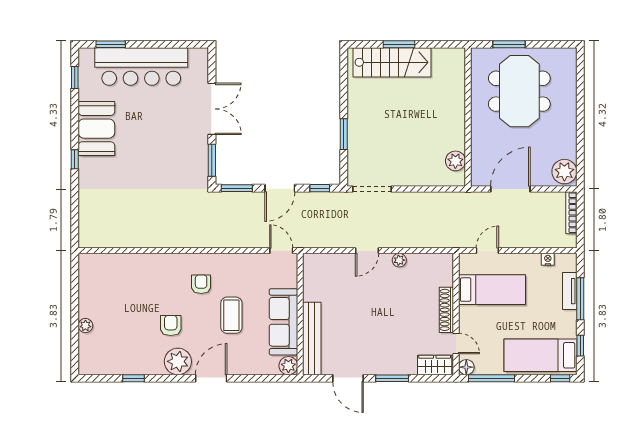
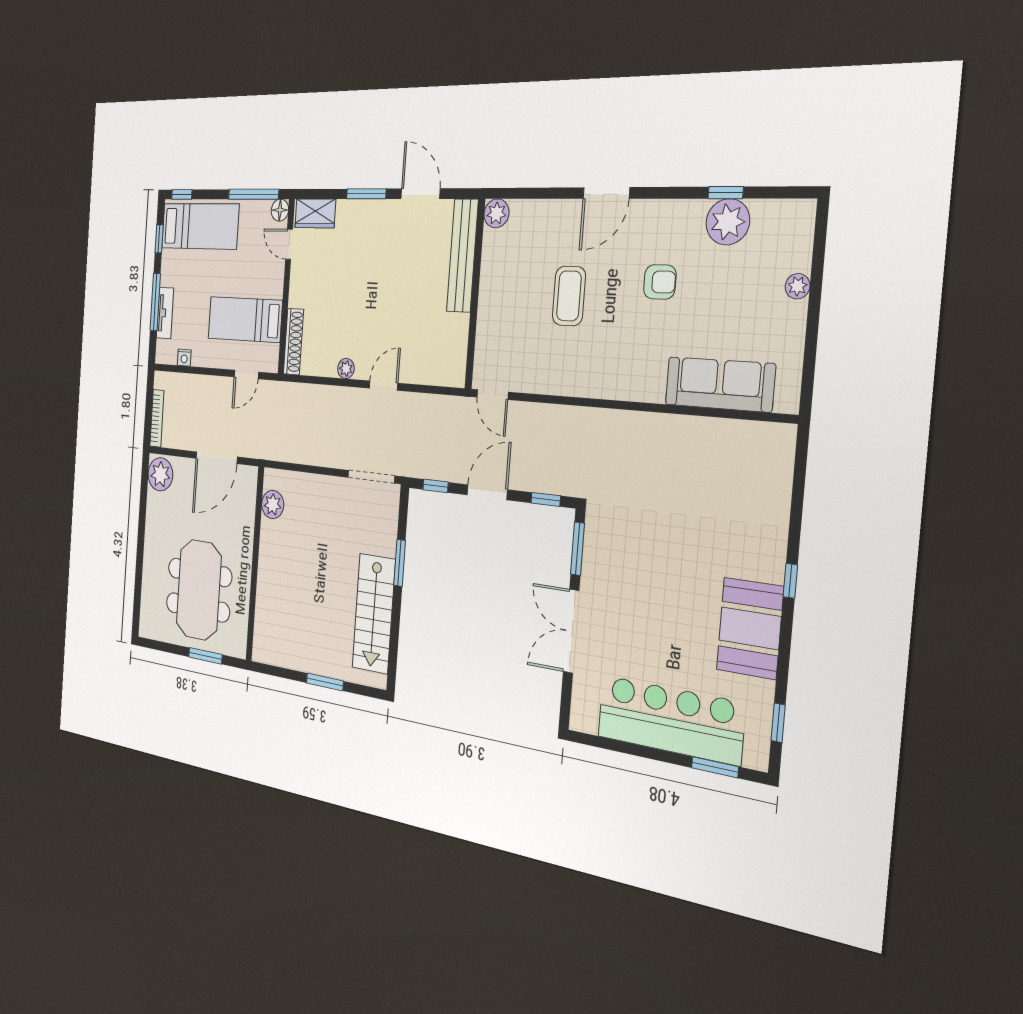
stairs: (392, 62) -> (374, 614), moved, turned -90
window: (237, 188) -> (546, 499), width x0.67
armchair: (201, 284) -> (609, 349), removed
shoe rack: (446, 310) -> (293, 342), moved
sofa: (283, 322) -> (720, 384), moved, turned -90
armchair: (171, 326) -> (660, 282), turned -90
plant: (178, 361) -> (728, 222), moved

